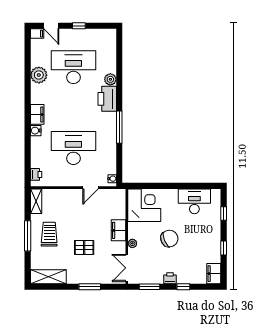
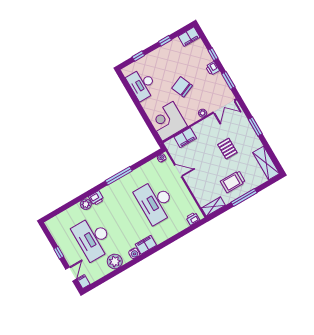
printer: (107, 99) -> (96, 198), width x0.53, depth x0.68
water cooler: (36, 131) -> (134, 253), moved
filing cabinet: (119, 230) -> (185, 138), moved

